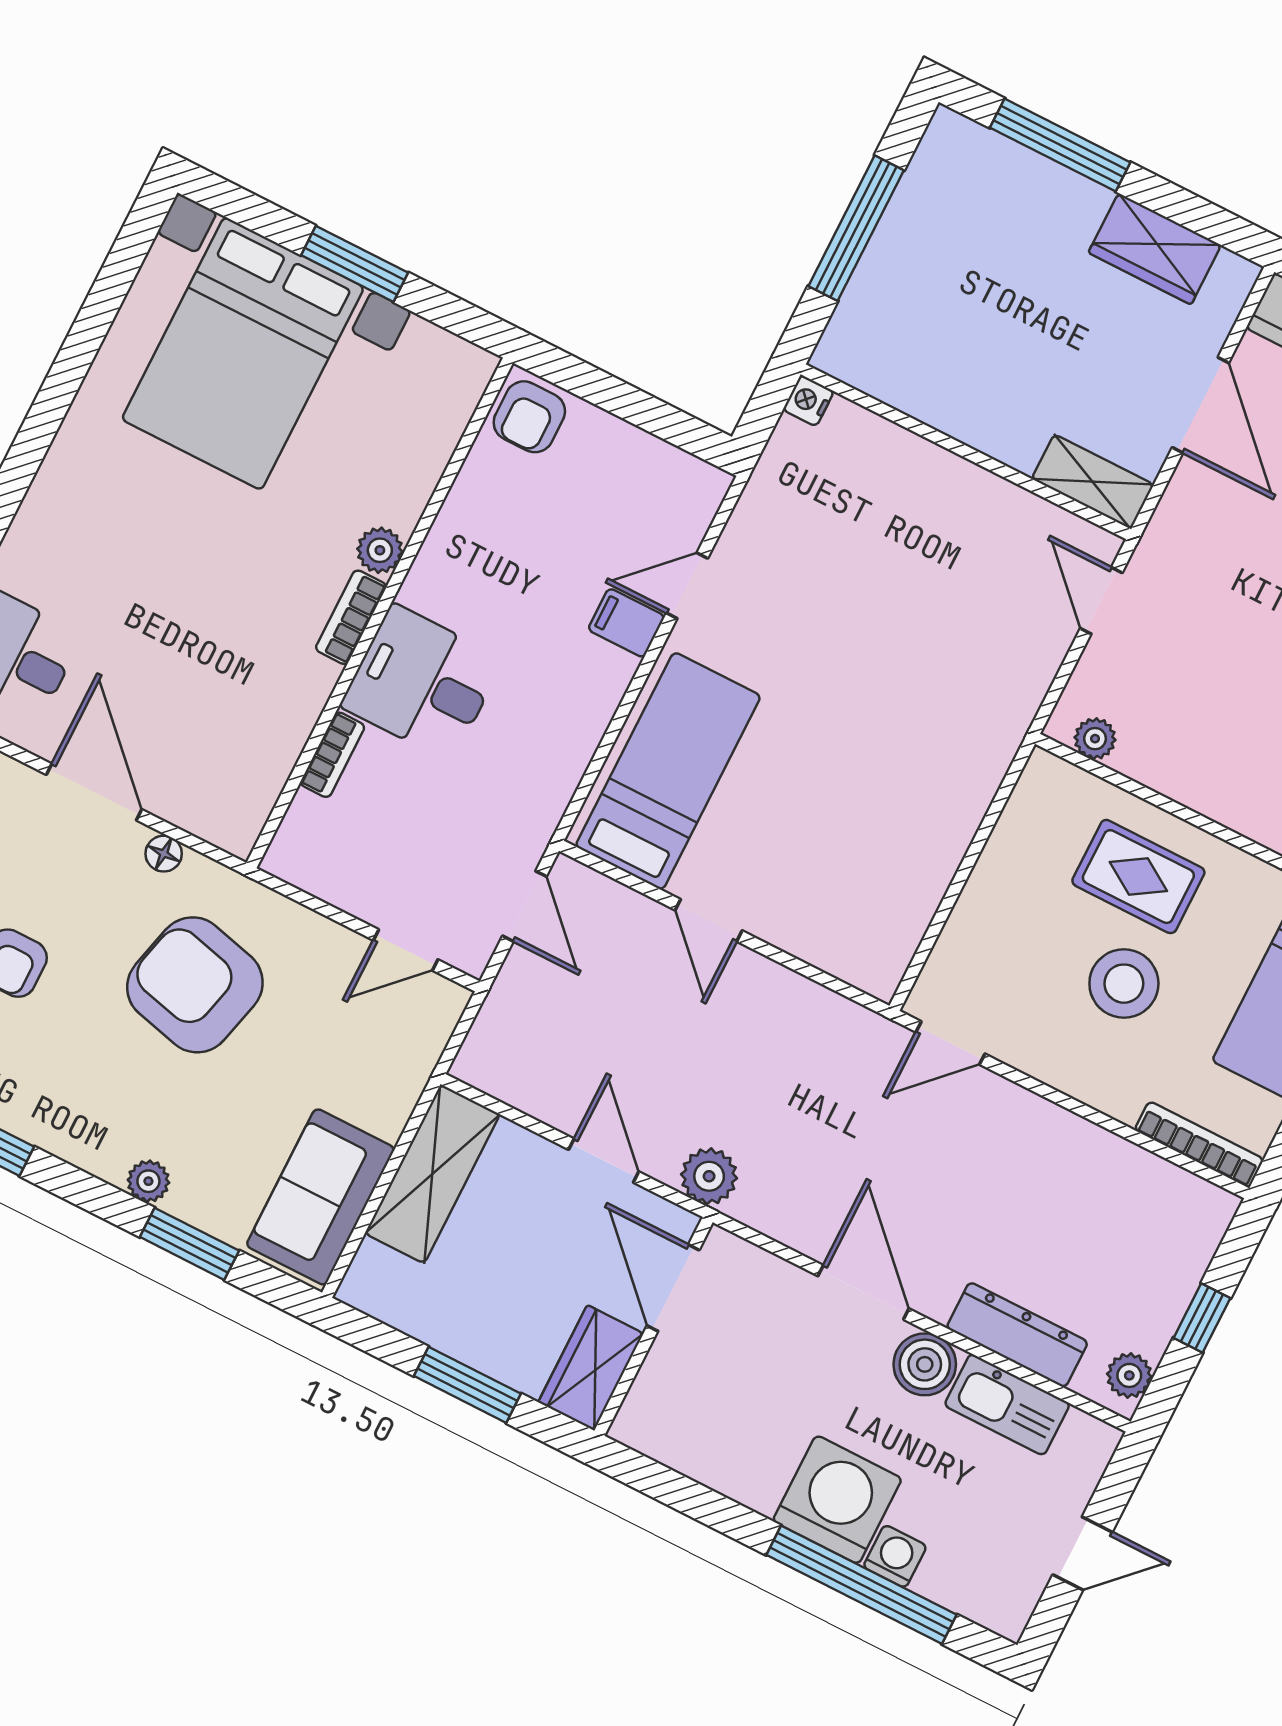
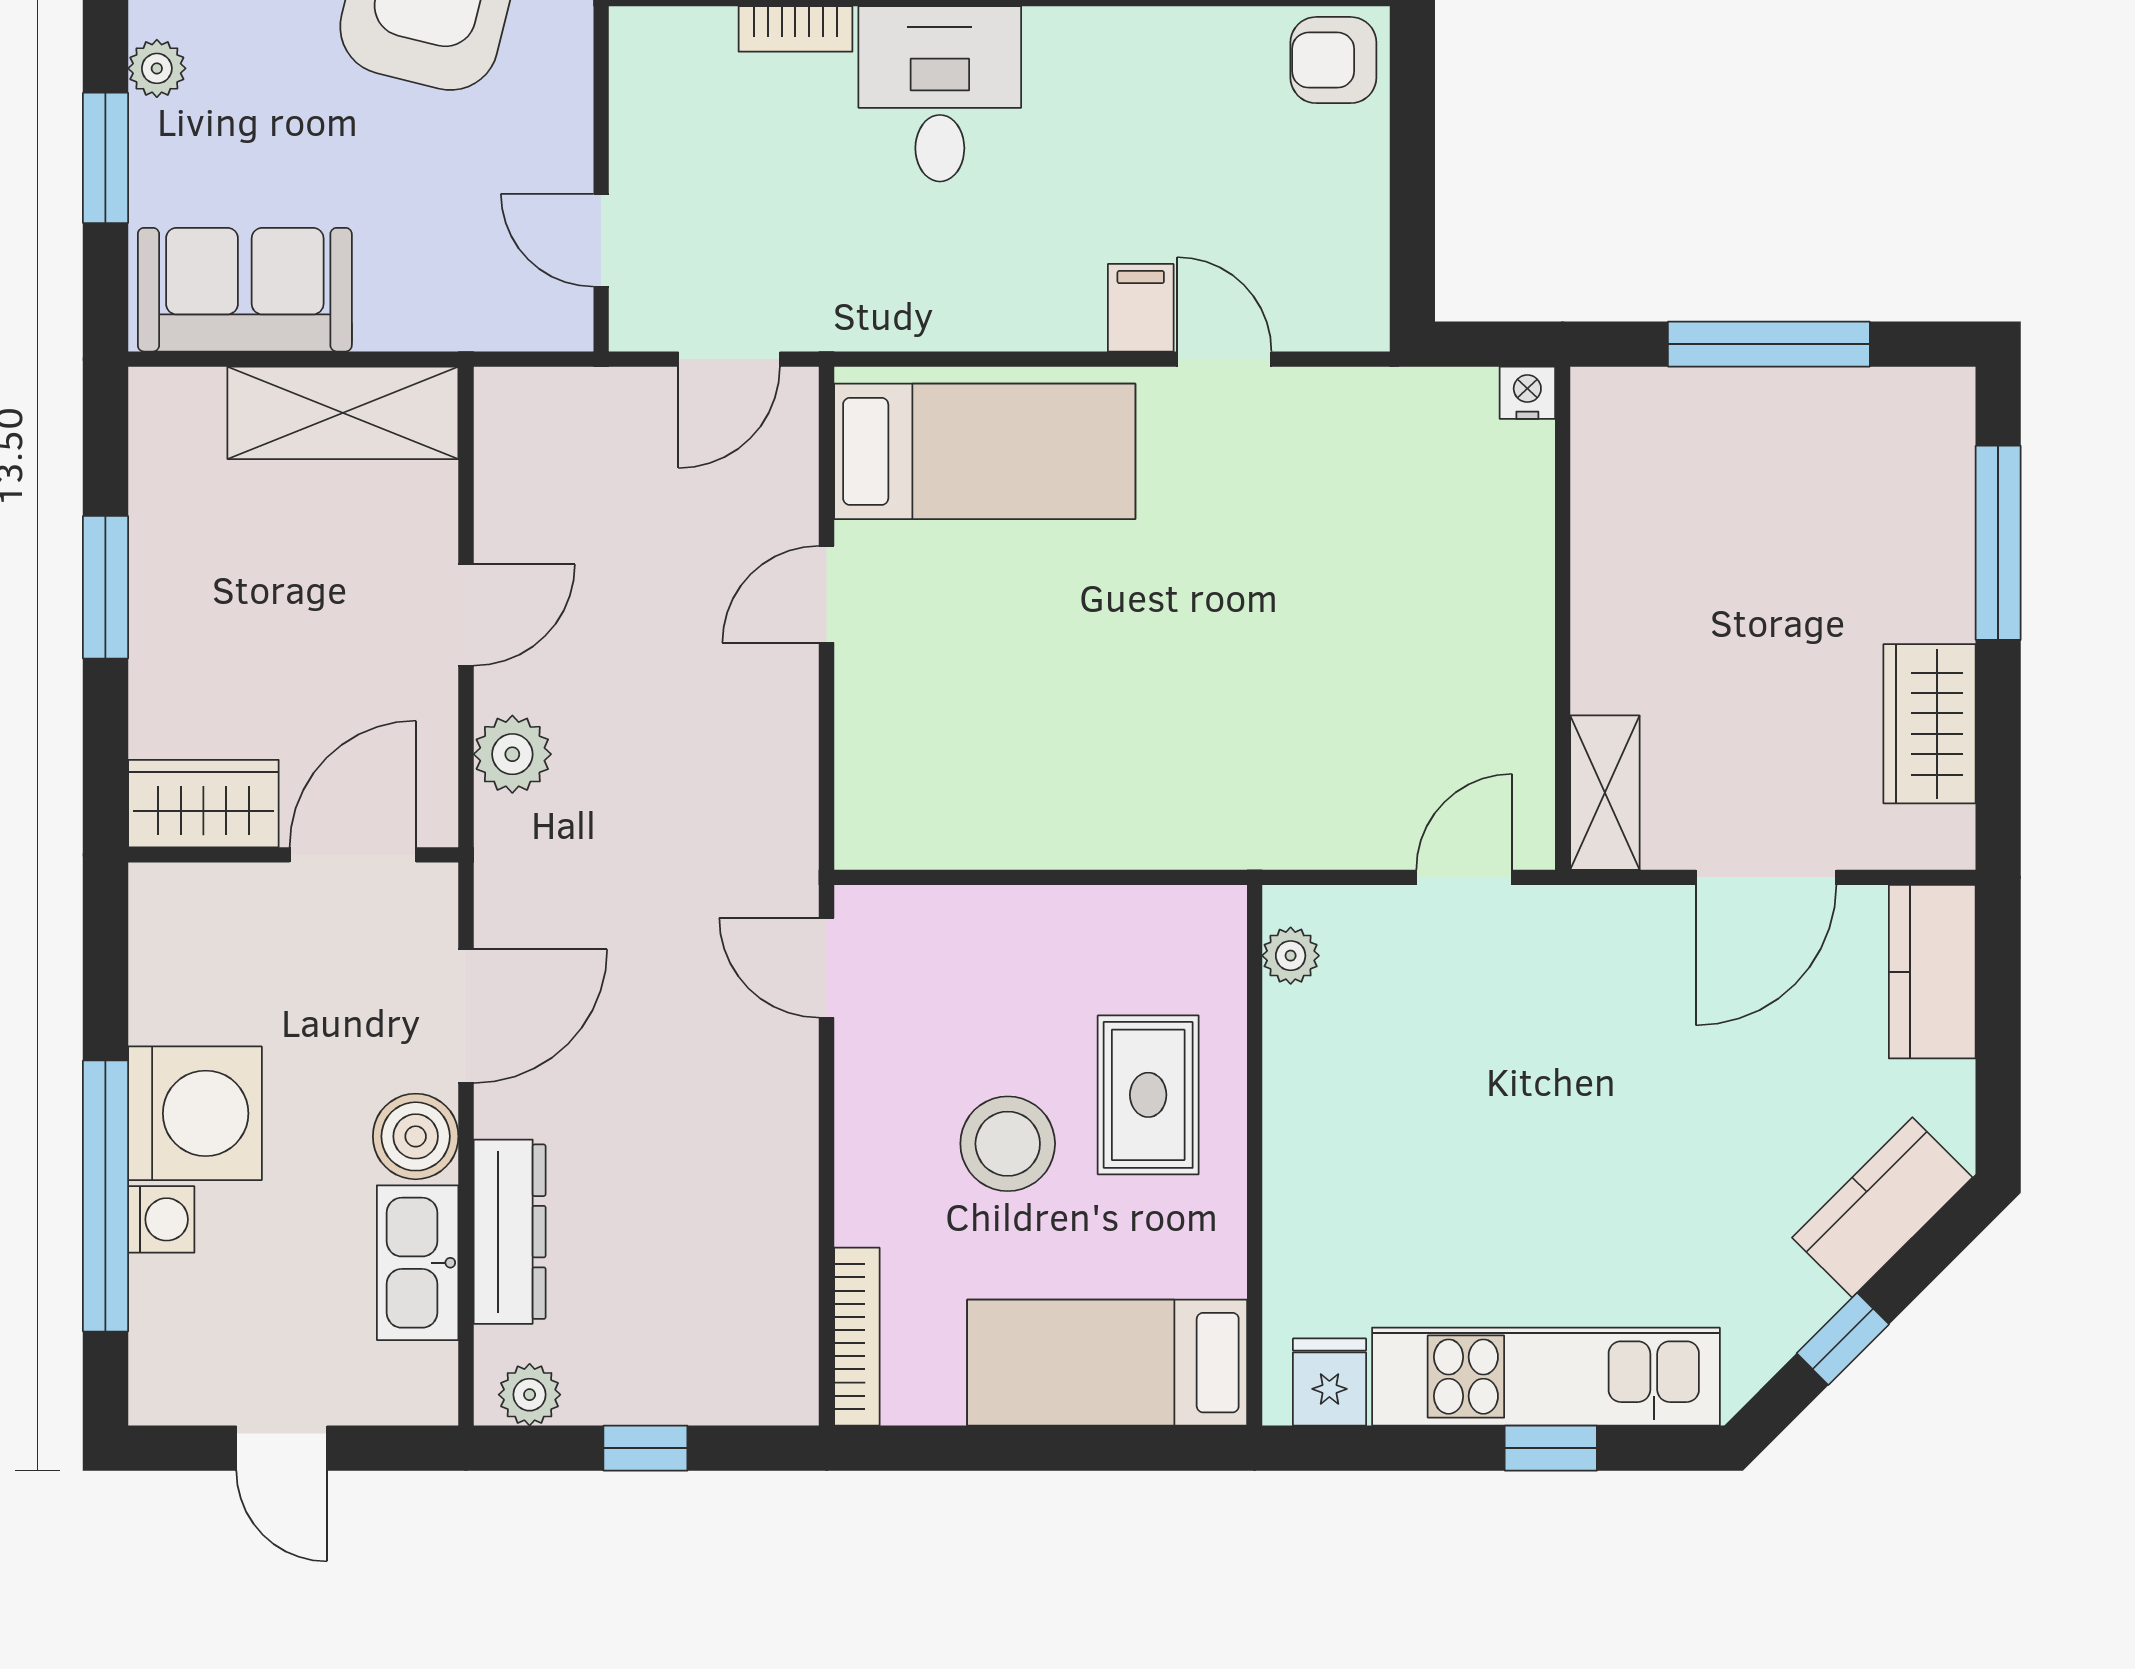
door: (673, 1288) -> (353, 855), moved
wall: (654, 1326) -> (293, 855), moved
wardrobe: (591, 1368) -> (203, 804), moved

